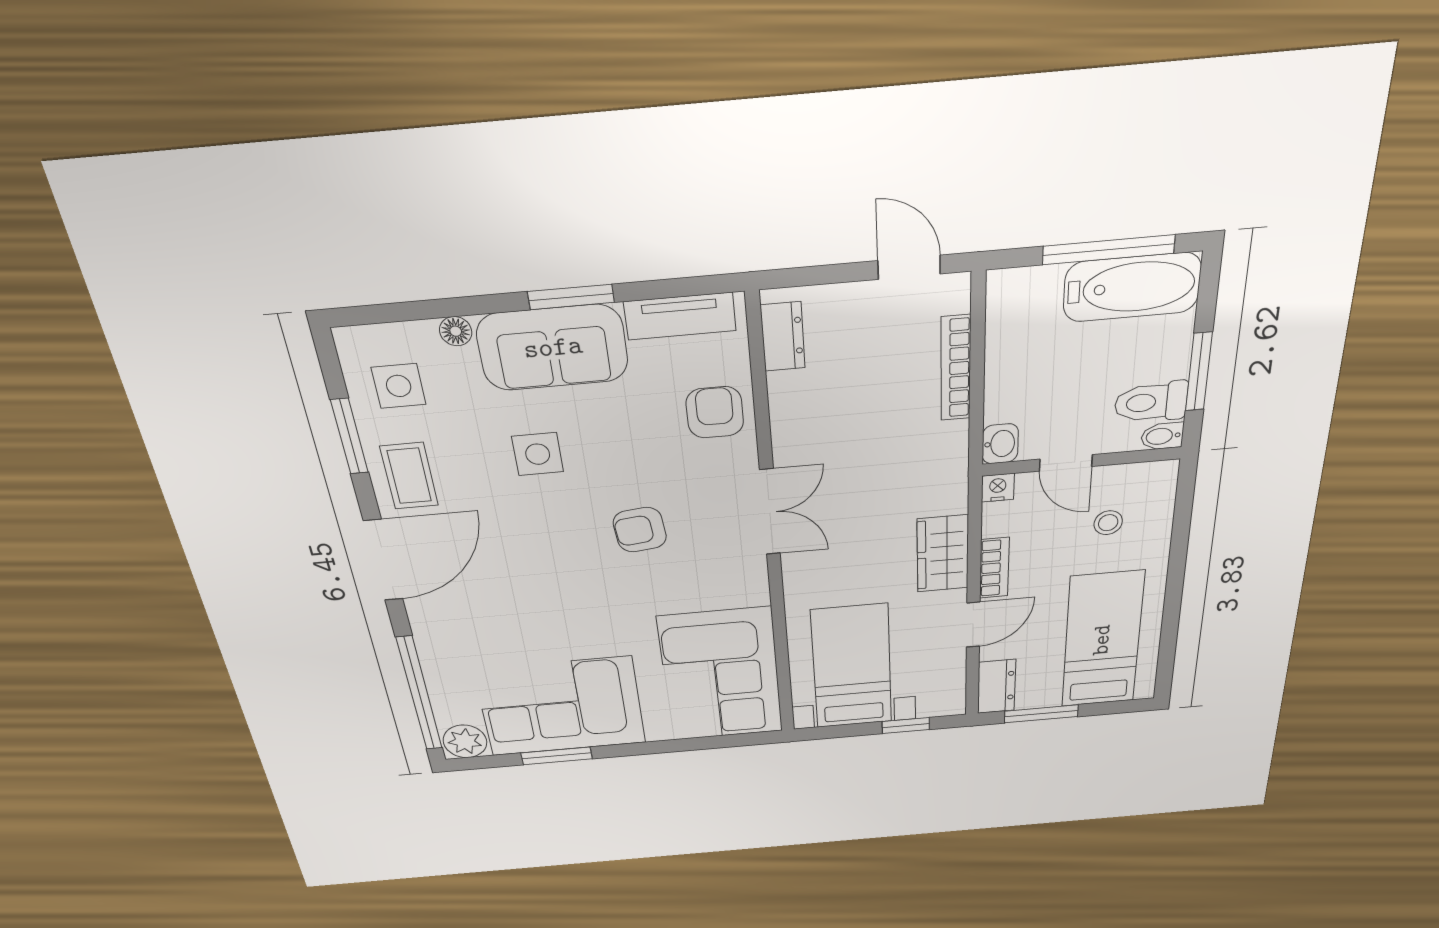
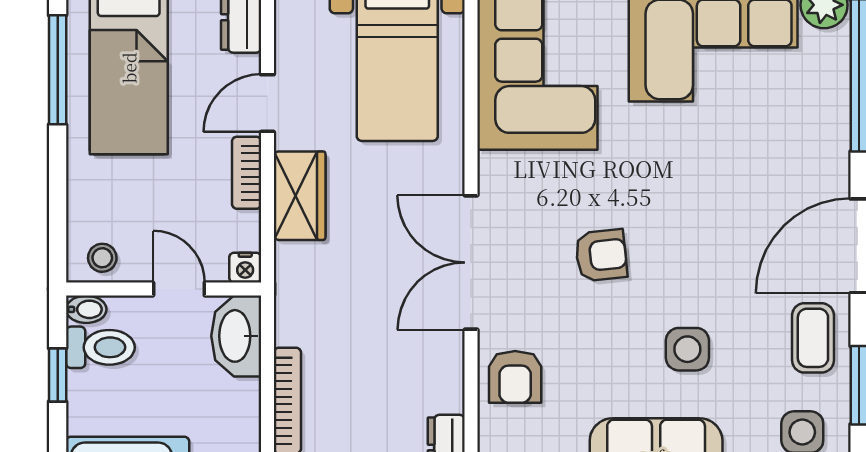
window: (1199, 372) -> (58, 375), width x0.67
washbasin: (1000, 444) -> (236, 336), width x1.91, depth x1.45
double door: (770, 512) -> (471, 263), width x1.37
stool: (1108, 523) -> (102, 258), moved
window: (1169, 633) -> (58, 70), added

